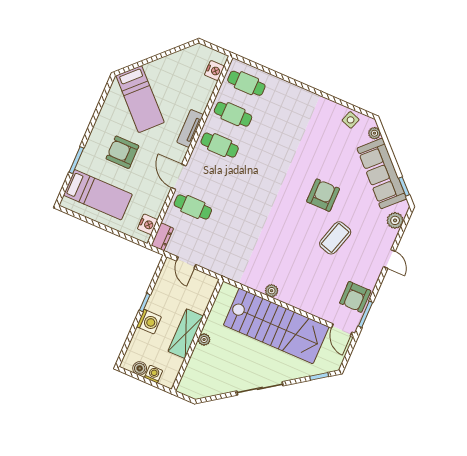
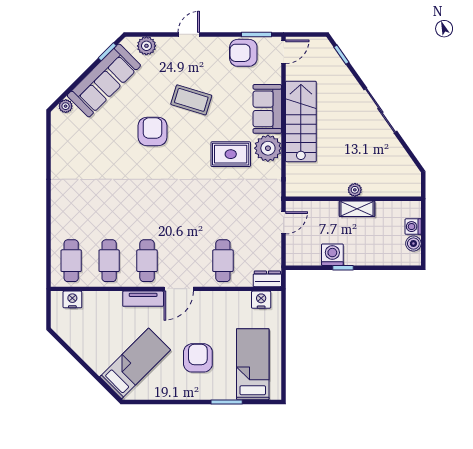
side table: (351, 120) -> (63, 137), removed
armchair: (122, 152) -> (198, 358), turned 180
door: (179, 177) -> (179, 289), moved
armchair: (323, 195) -> (152, 131), turned 90
rug: (277, 251) -> (231, 154), added
door: (186, 263) -> (284, 223), moved
plant: (272, 291) -> (268, 148), width x1.87, depth x1.87
sofa: (301, 297) -> (267, 109), added
armchair: (355, 297) -> (243, 53), turned 180
washing machine: (149, 322) -> (332, 255), moved
stairs: (276, 326) -> (301, 121), width x0.73, depth x0.66
shelving: (186, 334) -> (357, 209), width x0.67, depth x0.75

